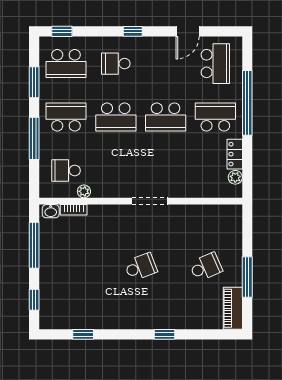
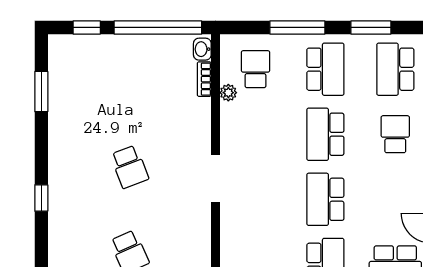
window: (34, 245) -> (158, 27), width x1.46
window: (83, 334) -> (41, 92), width x1.50

